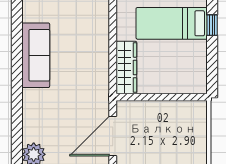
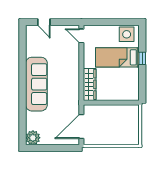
sofa: (36, 55) -> (36, 84), width x1.36, depth x1.27

